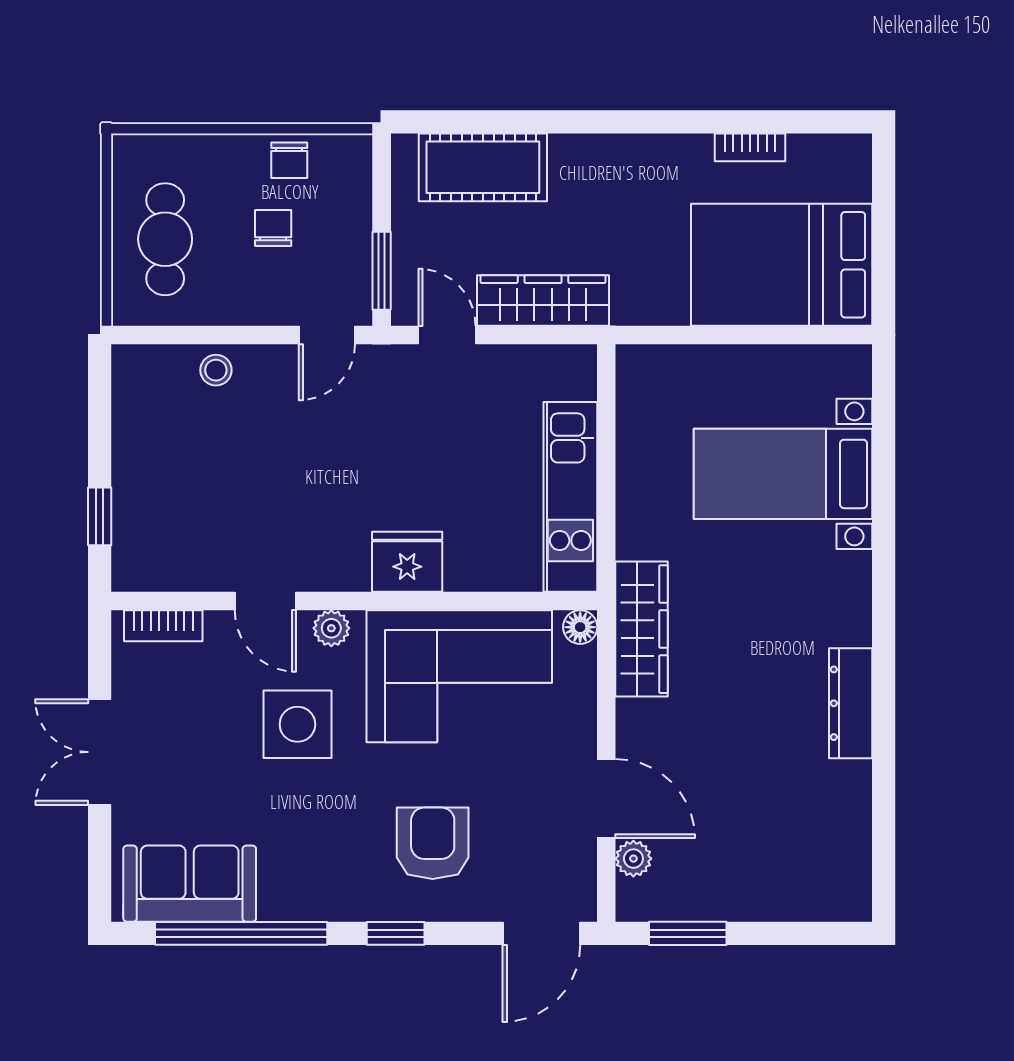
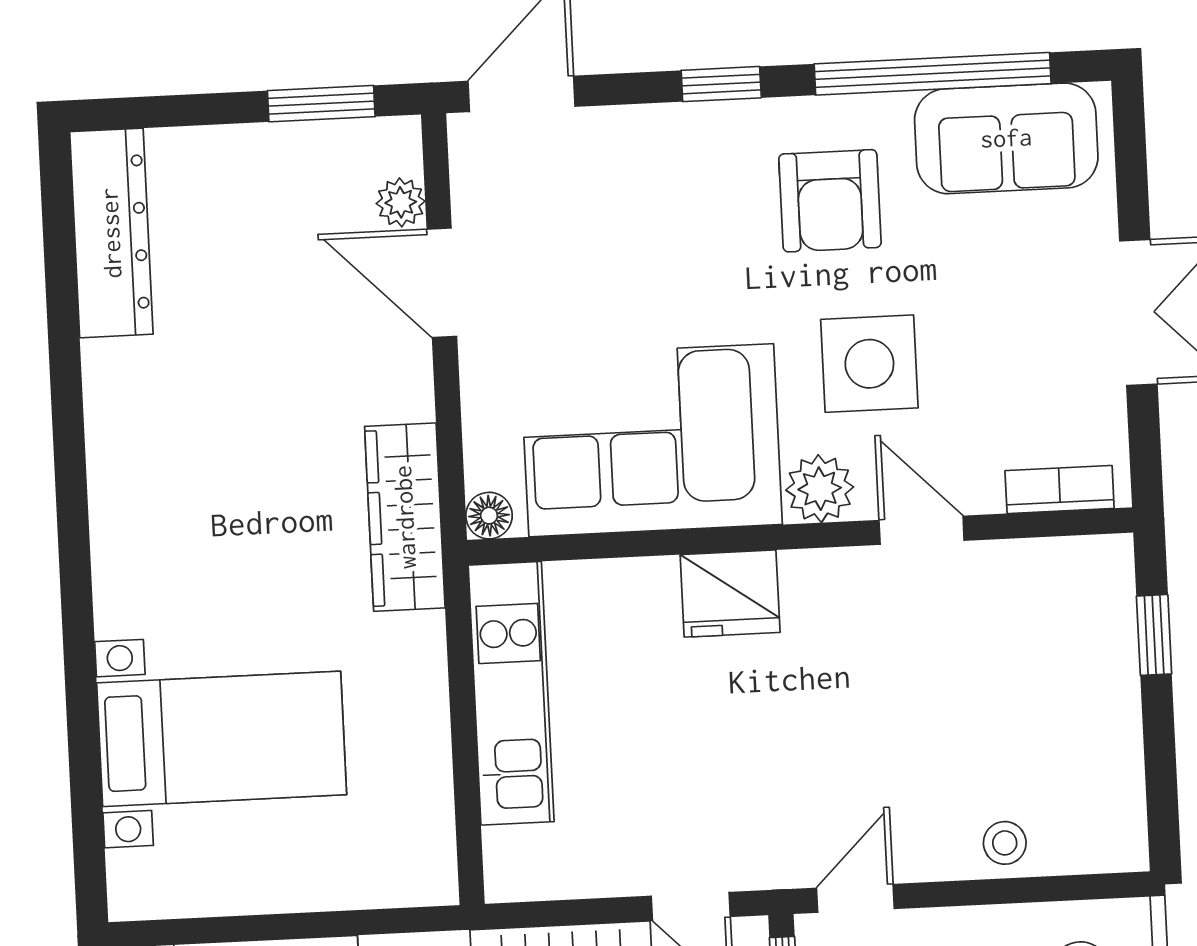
plant: (331, 628) -> (820, 489), width x1.38, depth x1.38
dresser: (851, 703) -> (111, 233), moved, width x1.37, depth x1.24
armchair: (433, 843) -> (830, 201), moved

